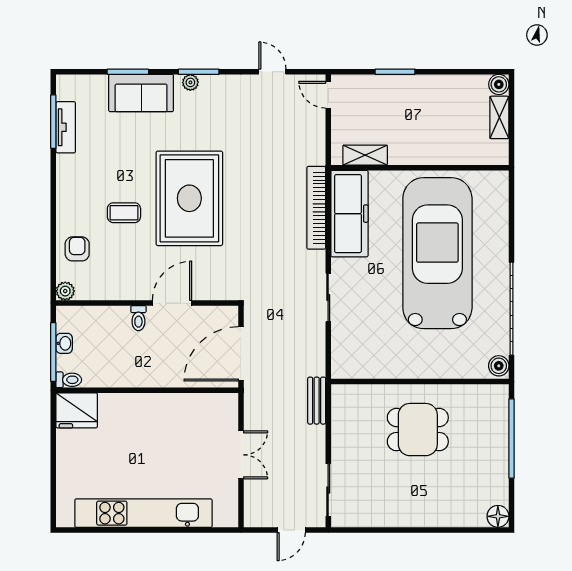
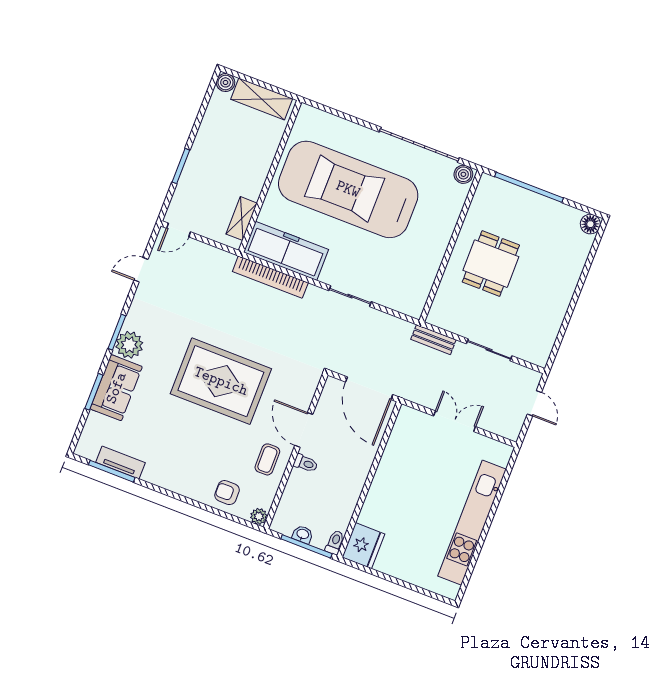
plant: (190, 82) -> (129, 345), width x1.88, depth x1.88
shelving: (499, 117) -> (262, 99), width x1.50, depth x1.33
coffee table: (124, 213) -> (267, 459), moved
sliding door: (328, 490) -> (489, 350), moved

